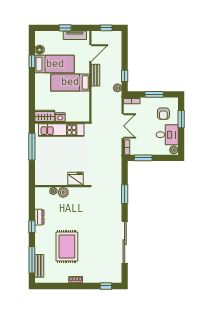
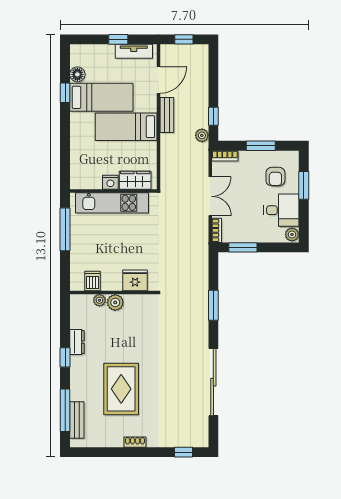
wardrobe: (45, 116) -> (135, 180), moved
dishwasher: (49, 179) -> (93, 281), added

